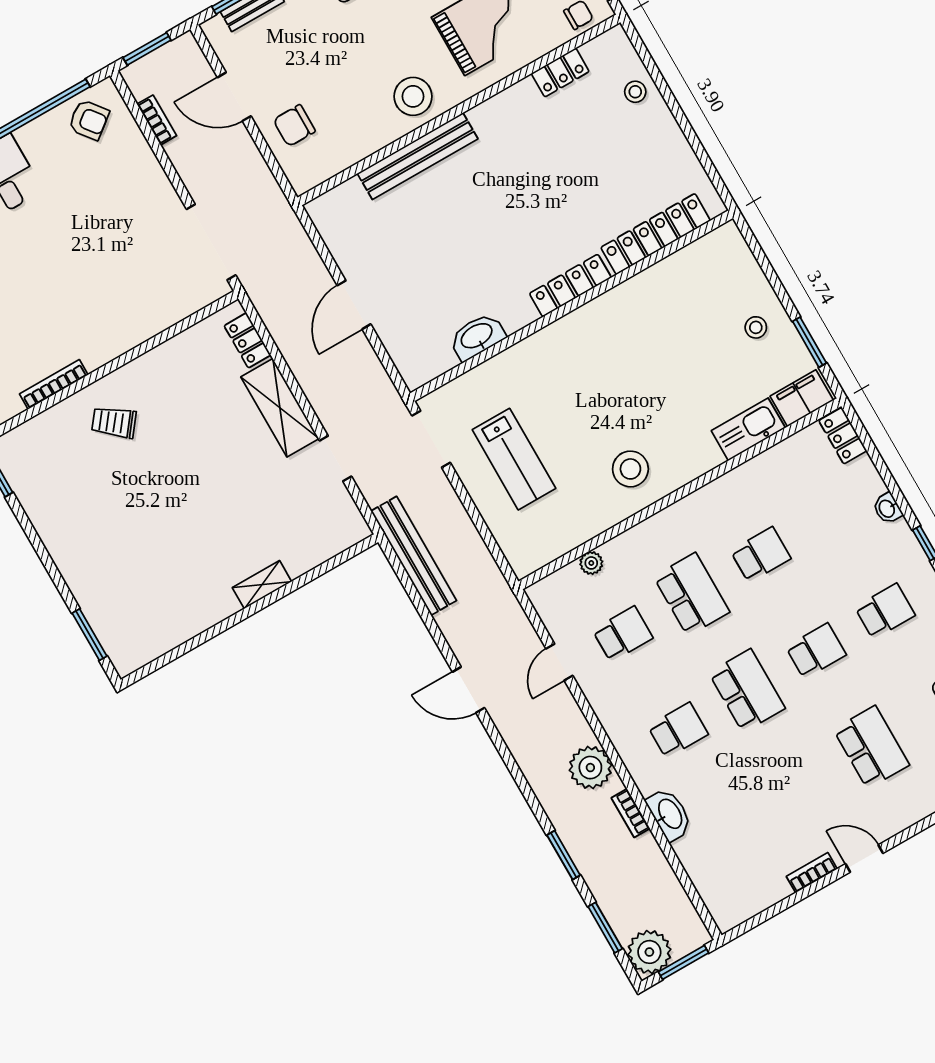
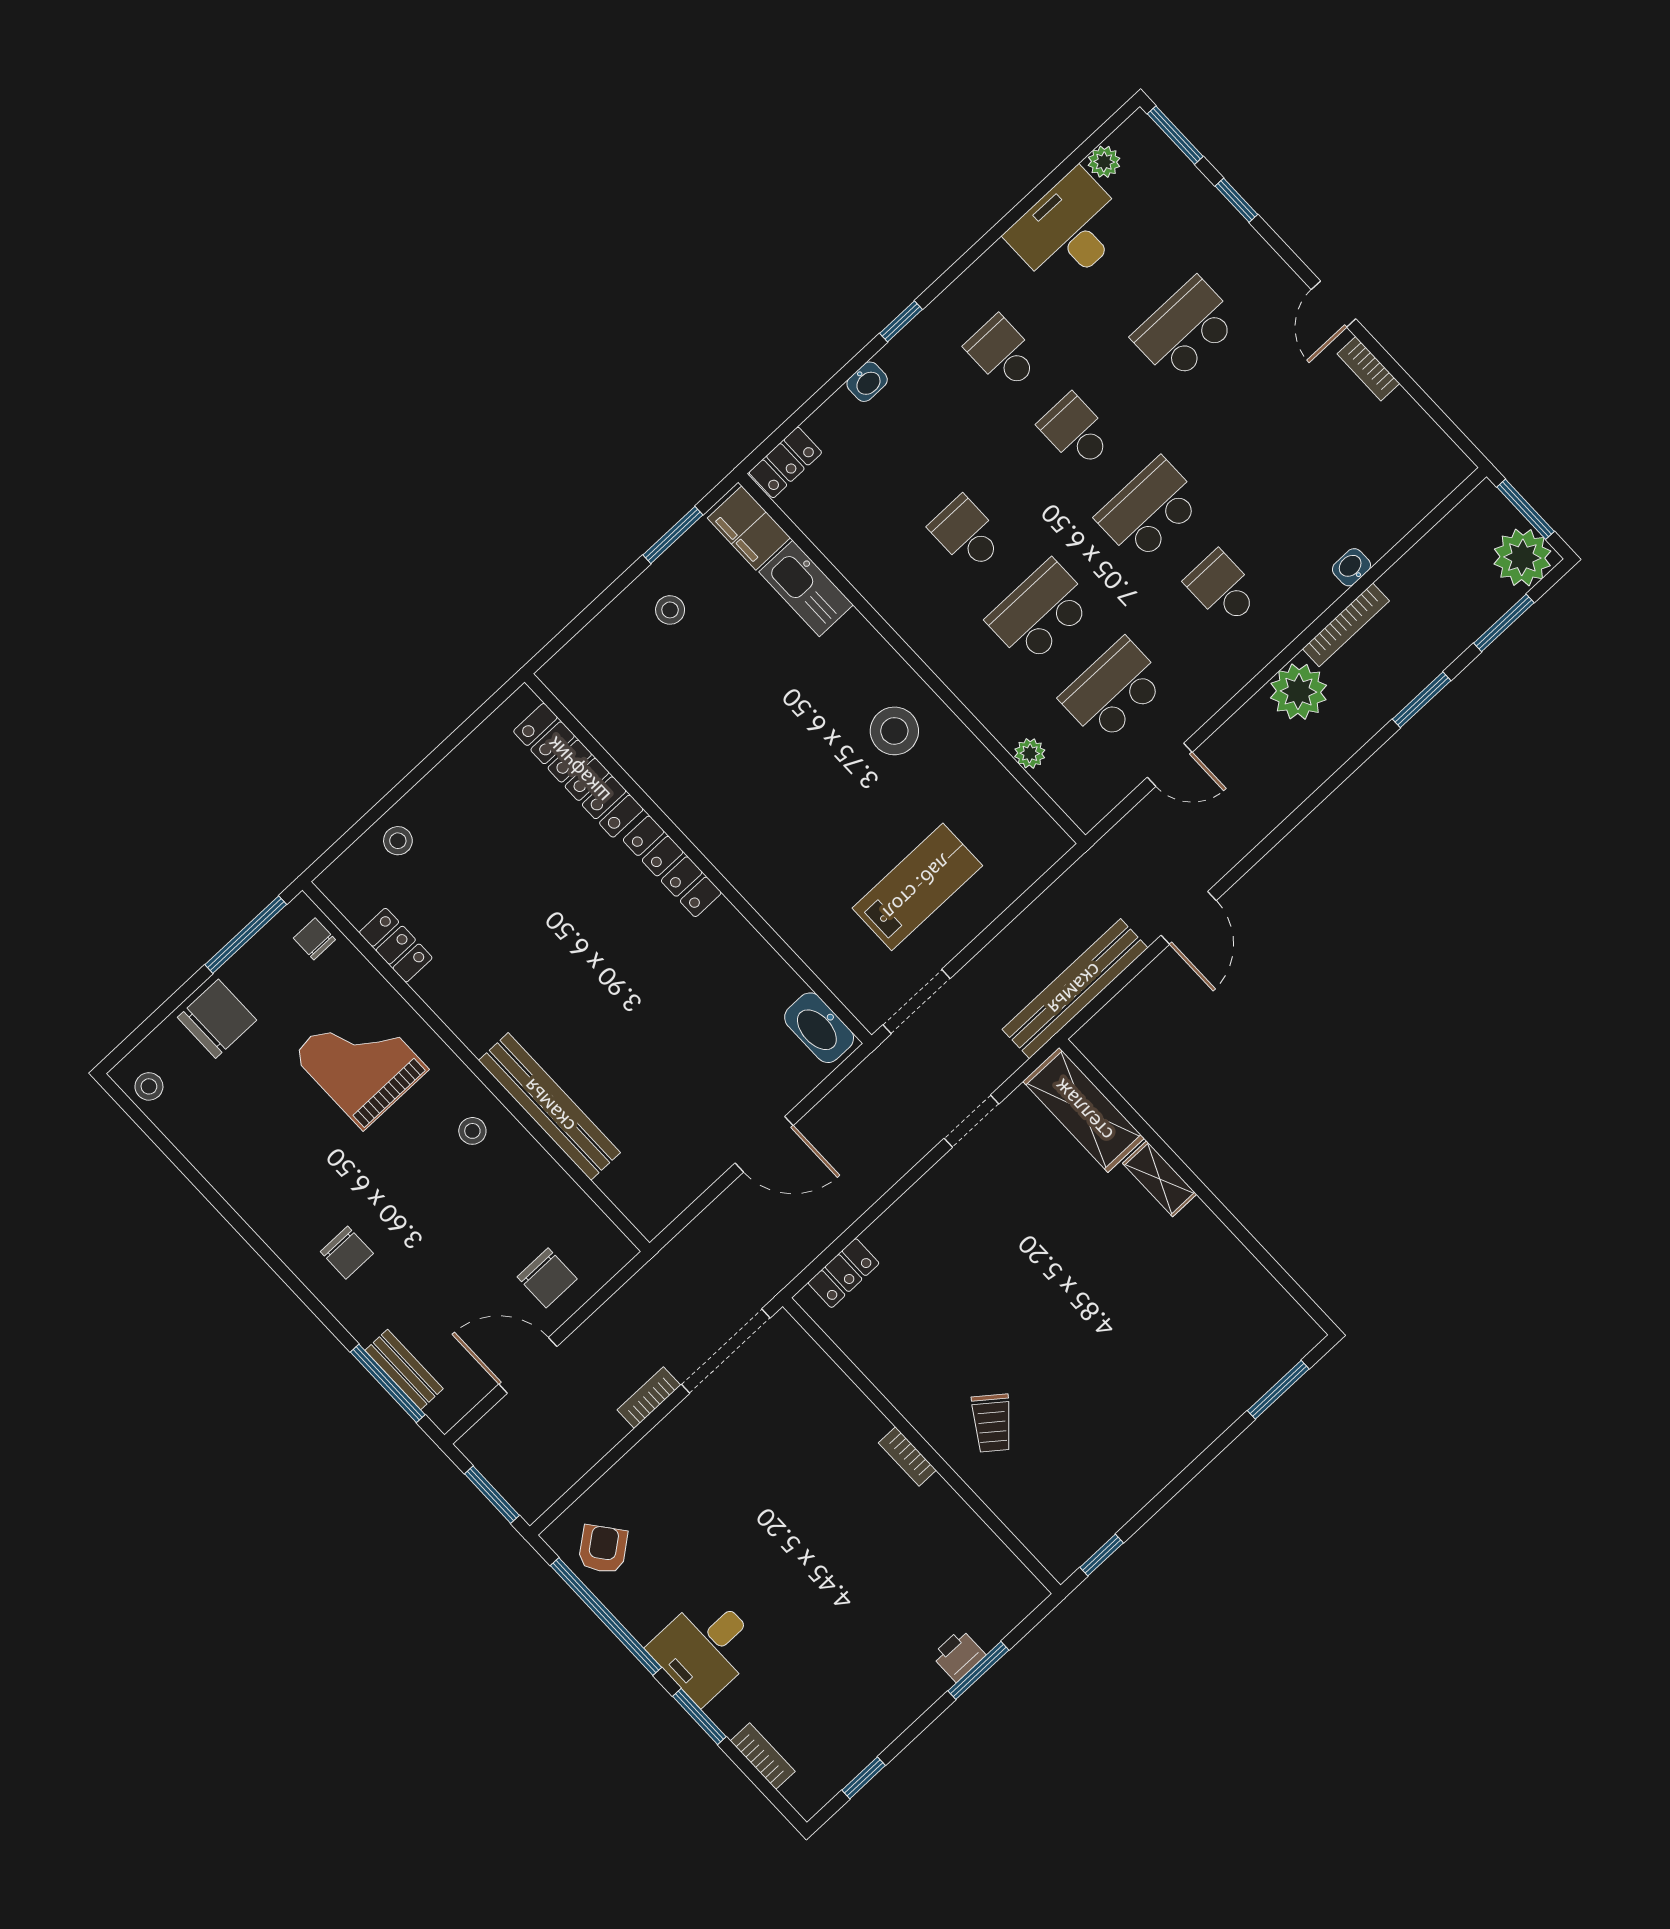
stool: (413, 96) -> (472, 1131), width x0.53, depth x0.53
door: (234, 97) -> (528, 1365), swing flipped
bookcase: (157, 120) -> (649, 1398), moved
washbasin: (477, 337) -> (819, 1028), moved
bookcase: (54, 384) -> (907, 1456), moved, width x0.64
shelving: (280, 408) -> (1083, 1110), moved, turned 90
school desk: (623, 634) -> (1113, 690), width x1.85
door: (468, 690) -> (1189, 918), moved
bookcase: (631, 813) -> (1346, 625), width x1.56
washbasin: (669, 814) -> (1351, 567), width x0.52, depth x0.69

